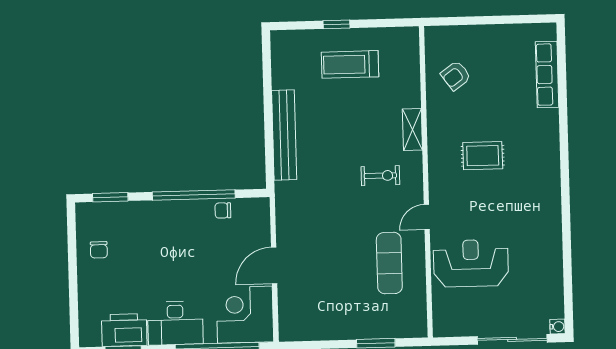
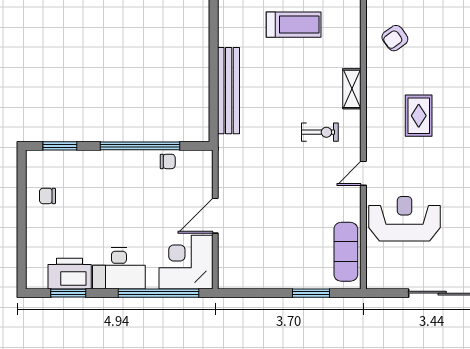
treadmill: (350, 64) -> (294, 25), turned 180
rug: (483, 156) -> (419, 116), turned 90
chair: (223, 210) -> (168, 161), turned 180
chair: (99, 250) -> (47, 196), turned 90
exercise mat: (389, 263) -> (346, 252), moved

